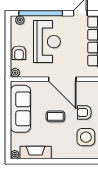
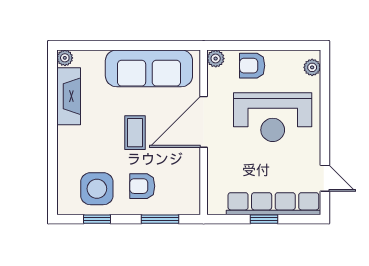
window: (41, 13) -> (325, 106), removed
door: (62, 79) -> (204, 122), moved
armchair: (84, 112) -> (142, 186), turned -90

